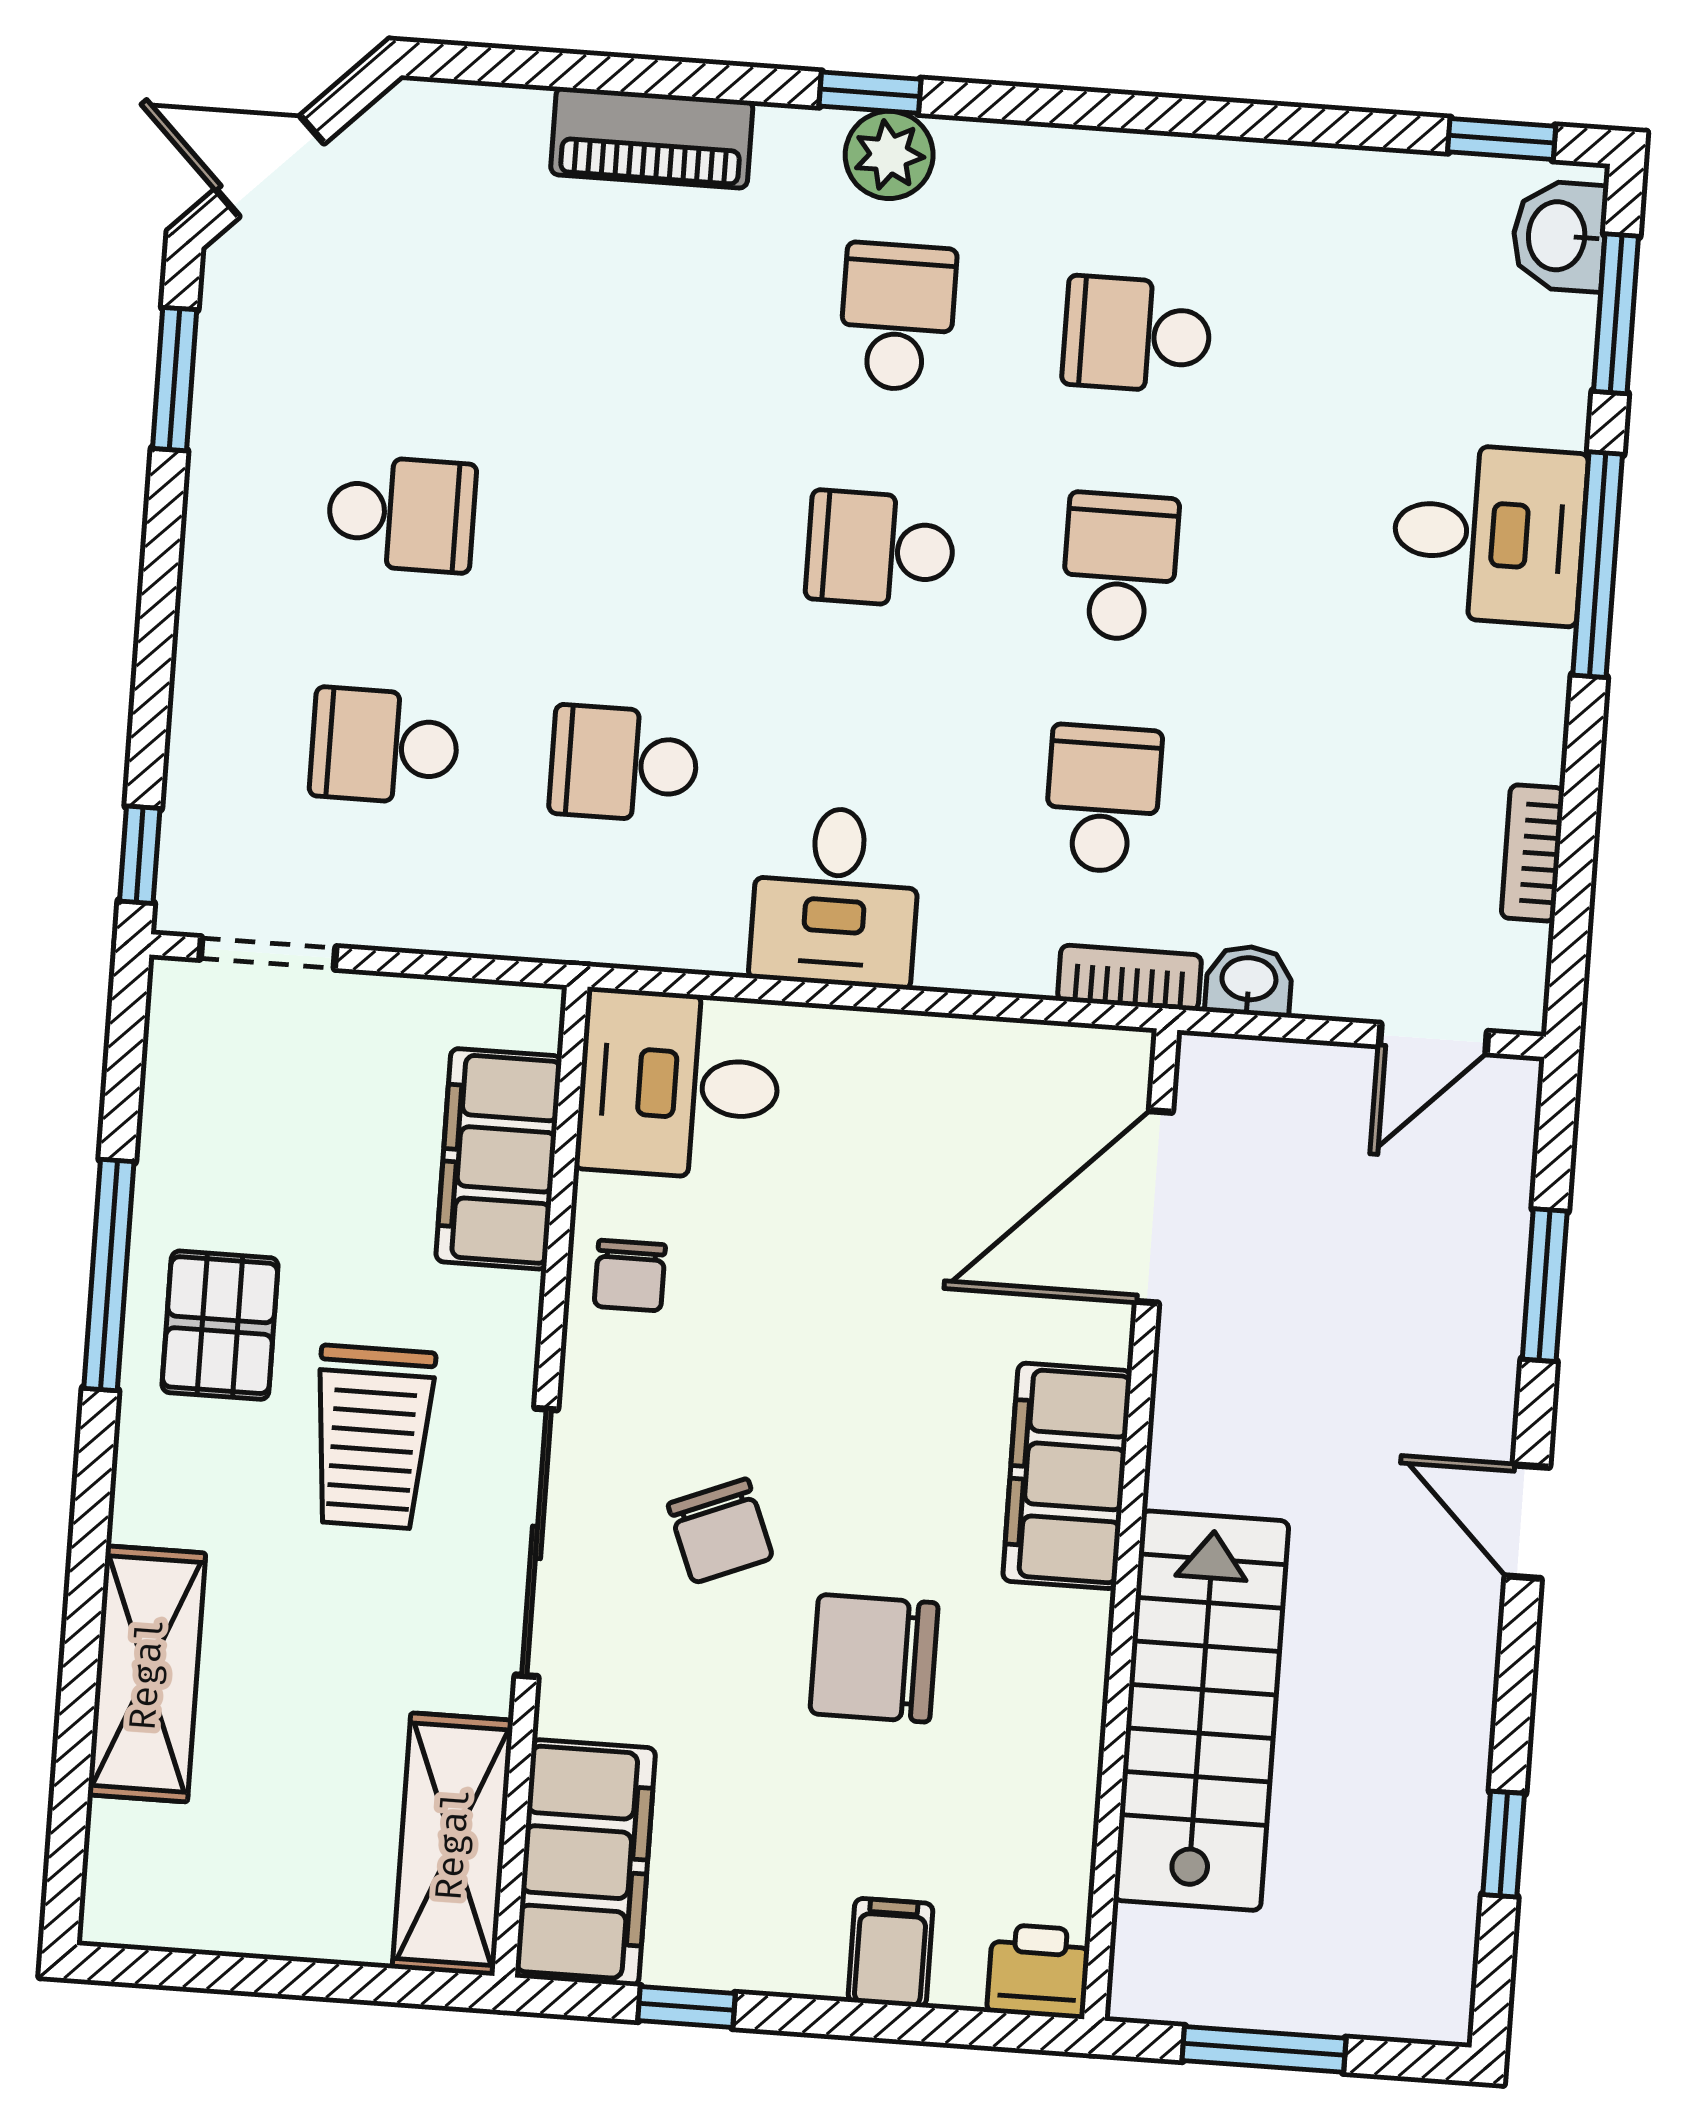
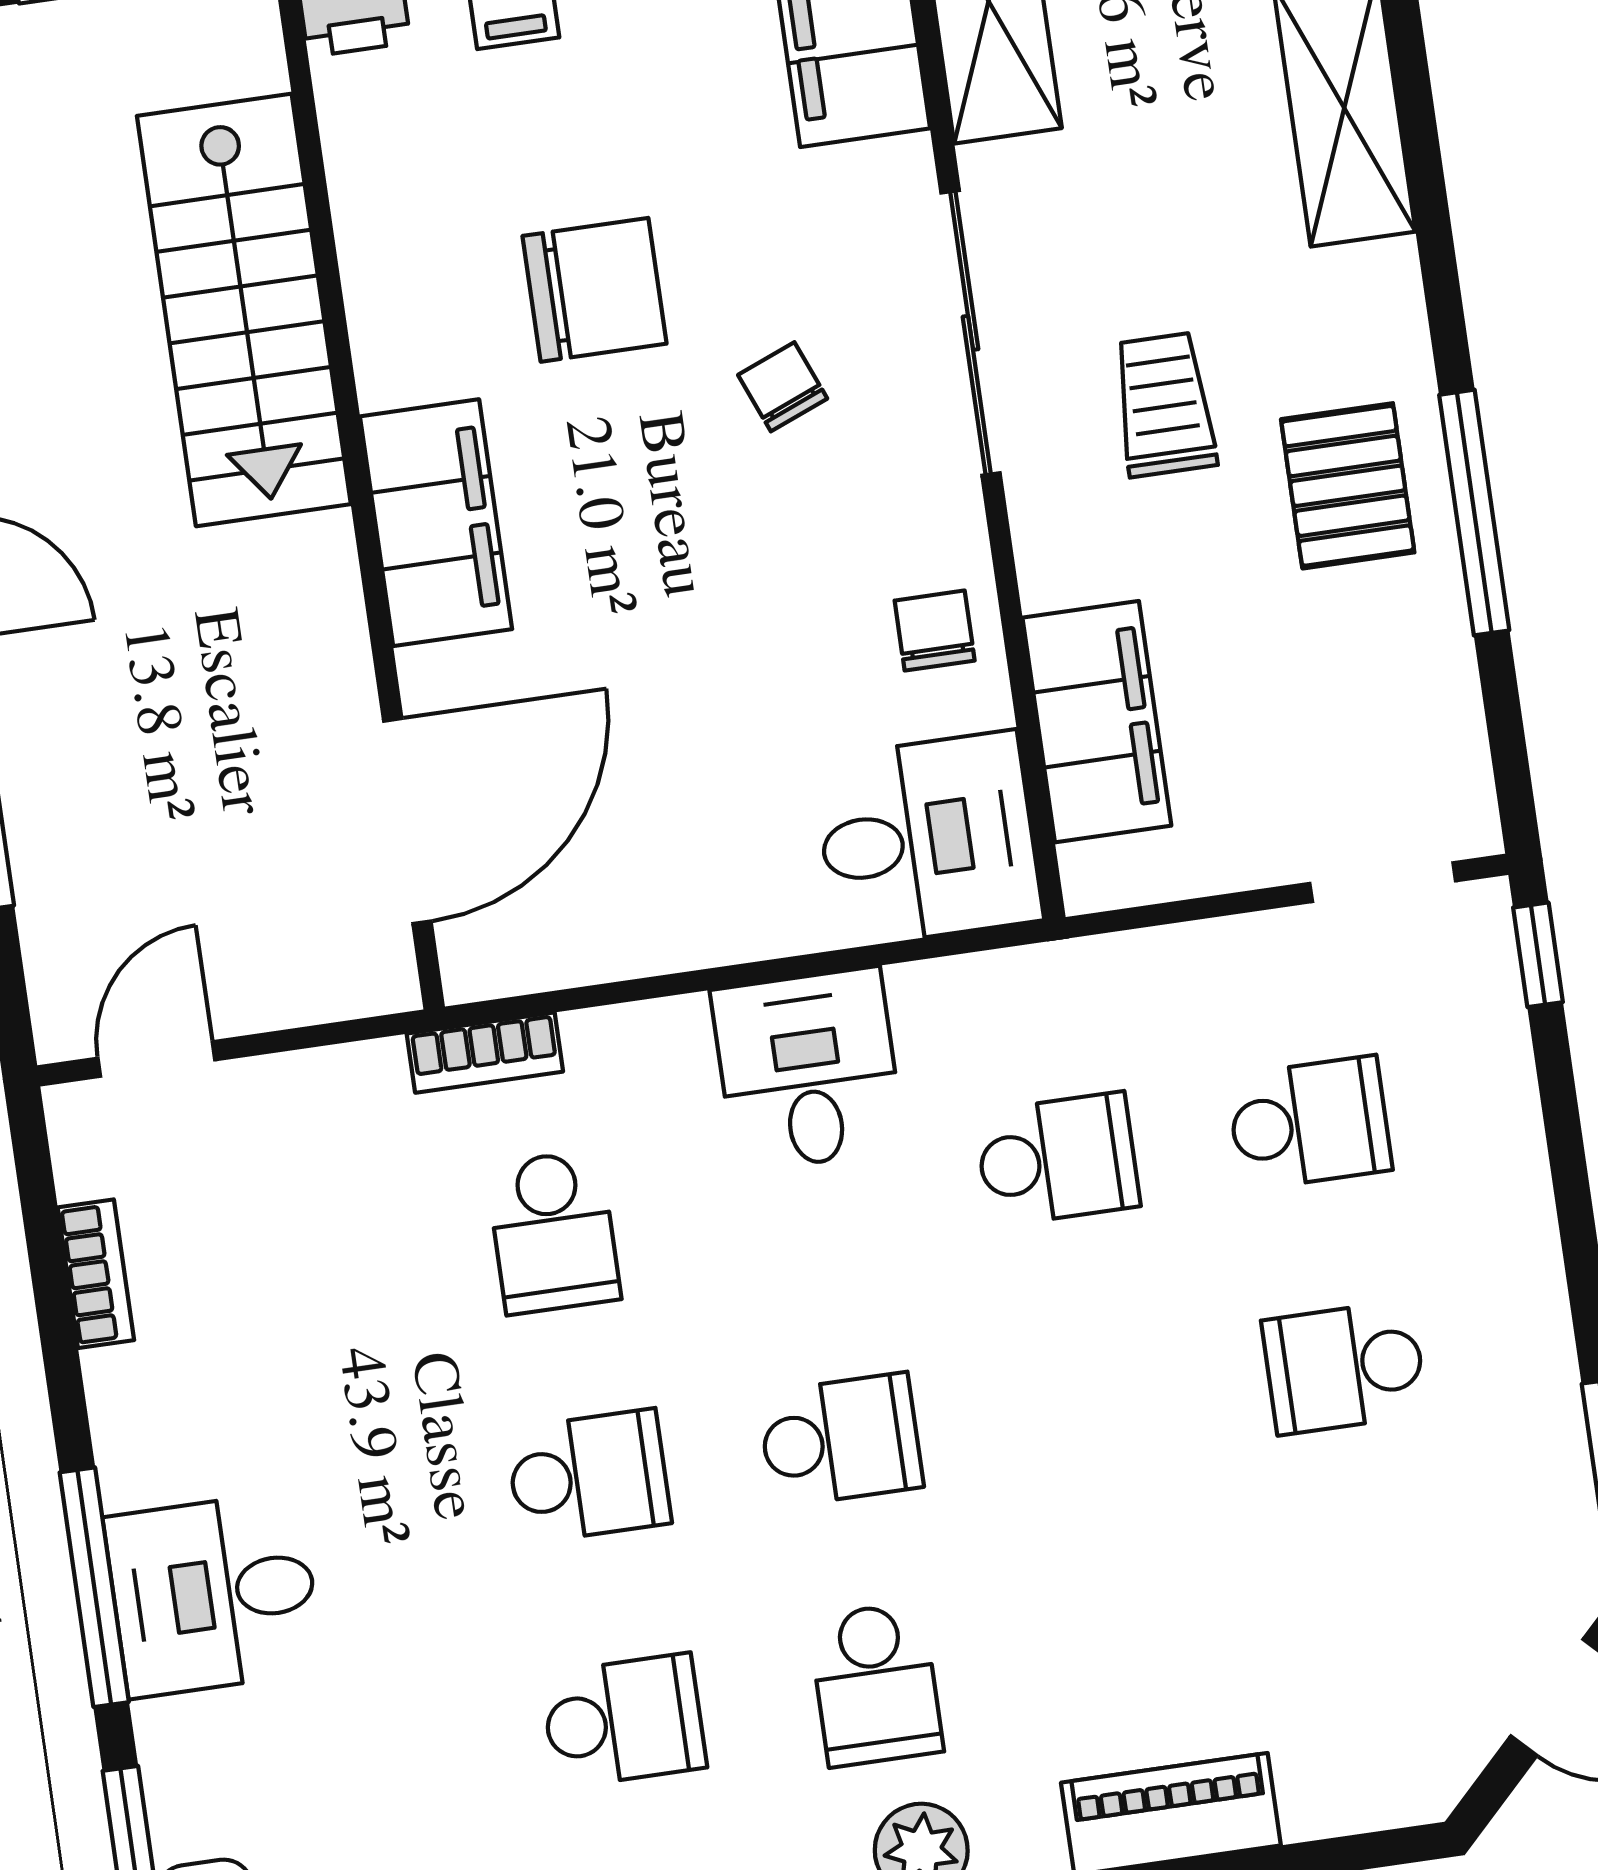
school desk: (1120, 567) -> (588, 1476), turned -90
washbasin: (1249, 981) -> (361, 1077), removed
trolley: (373, 1437) -> (1164, 405), width x0.73, depth x0.72
chair: (720, 1531) -> (783, 387), width x0.73, depth x0.73

